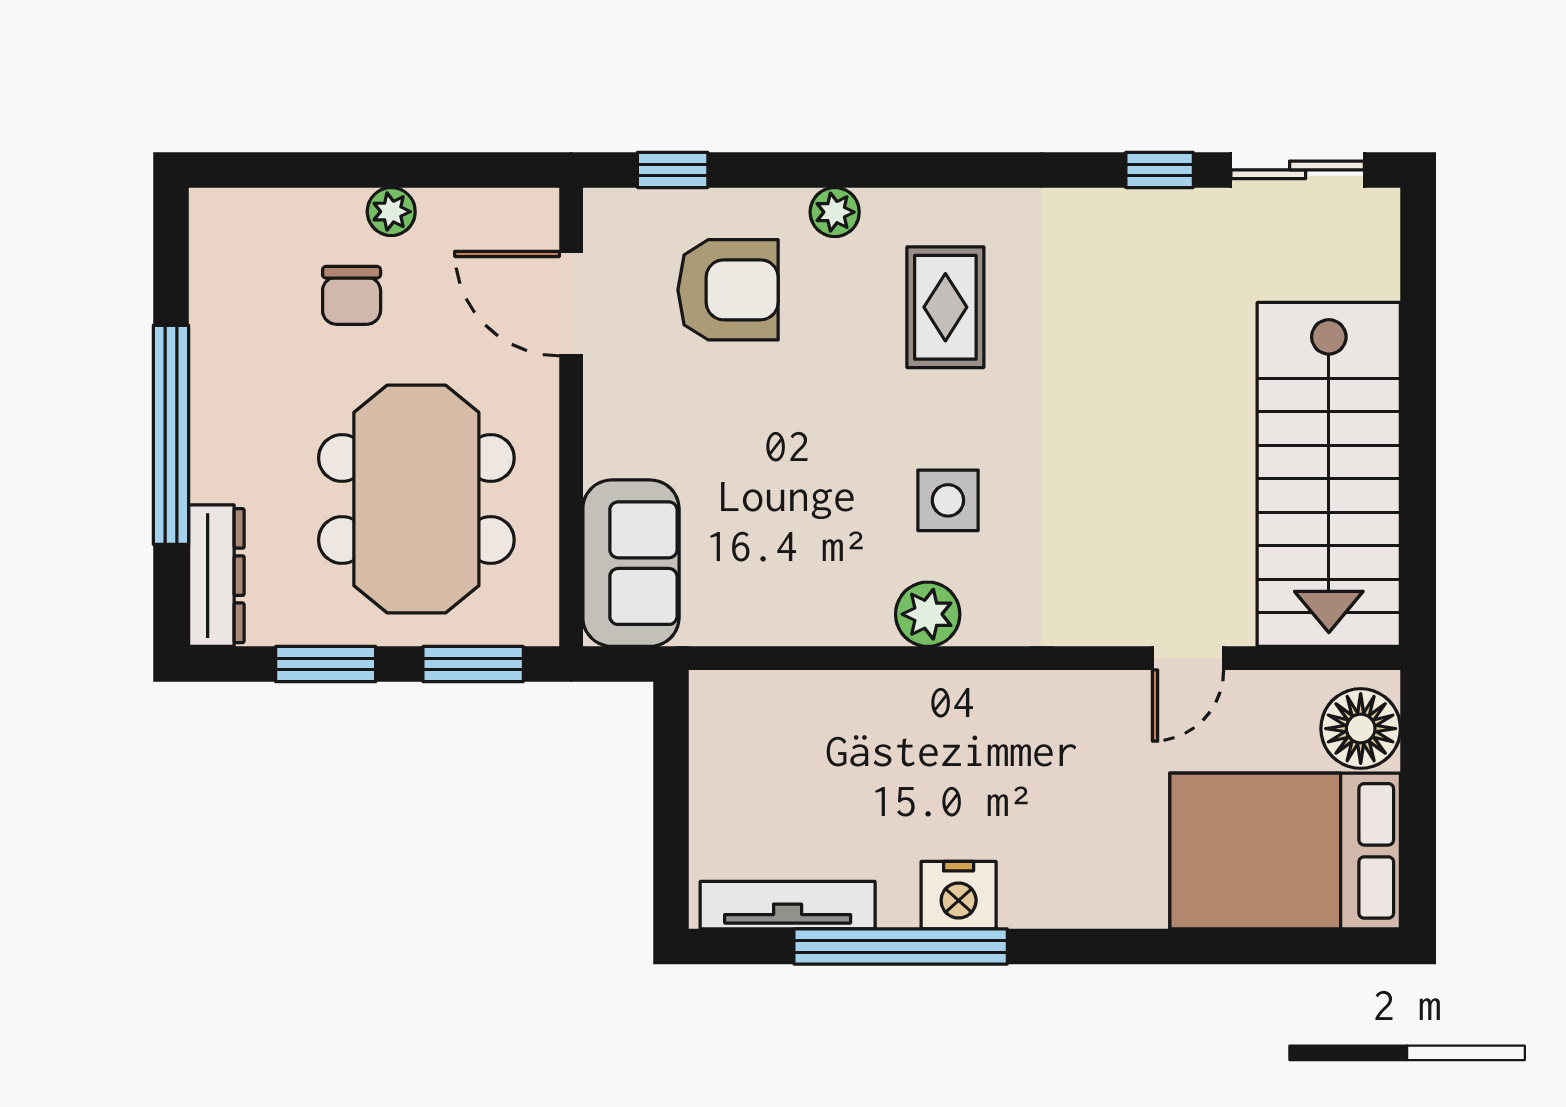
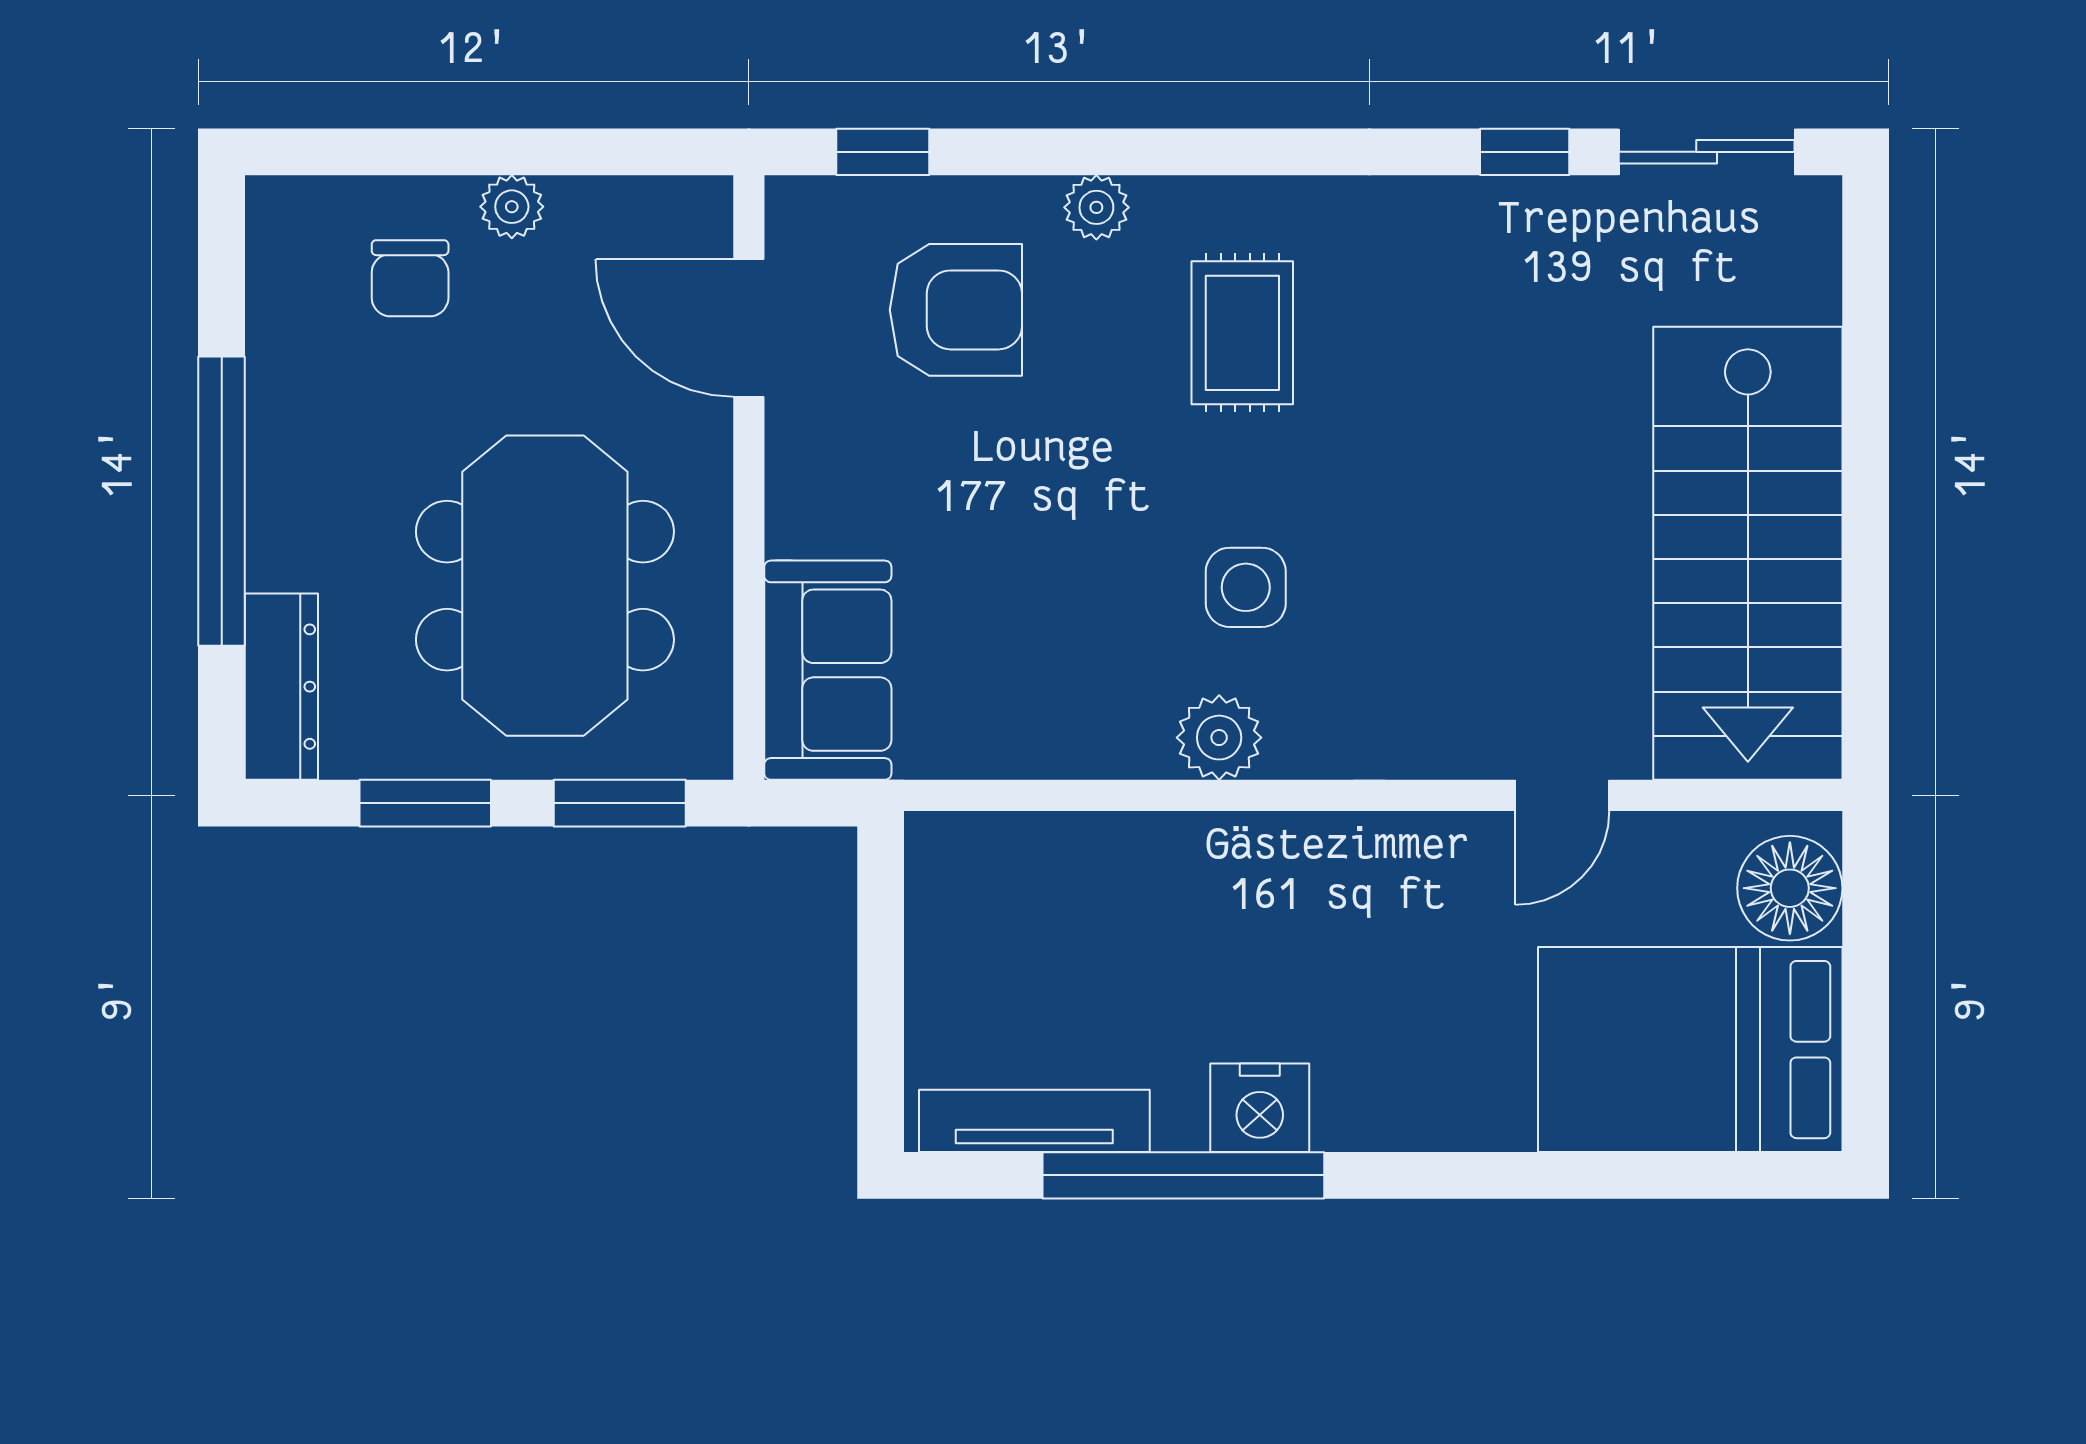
chair: (352, 295) -> (410, 278), moved

